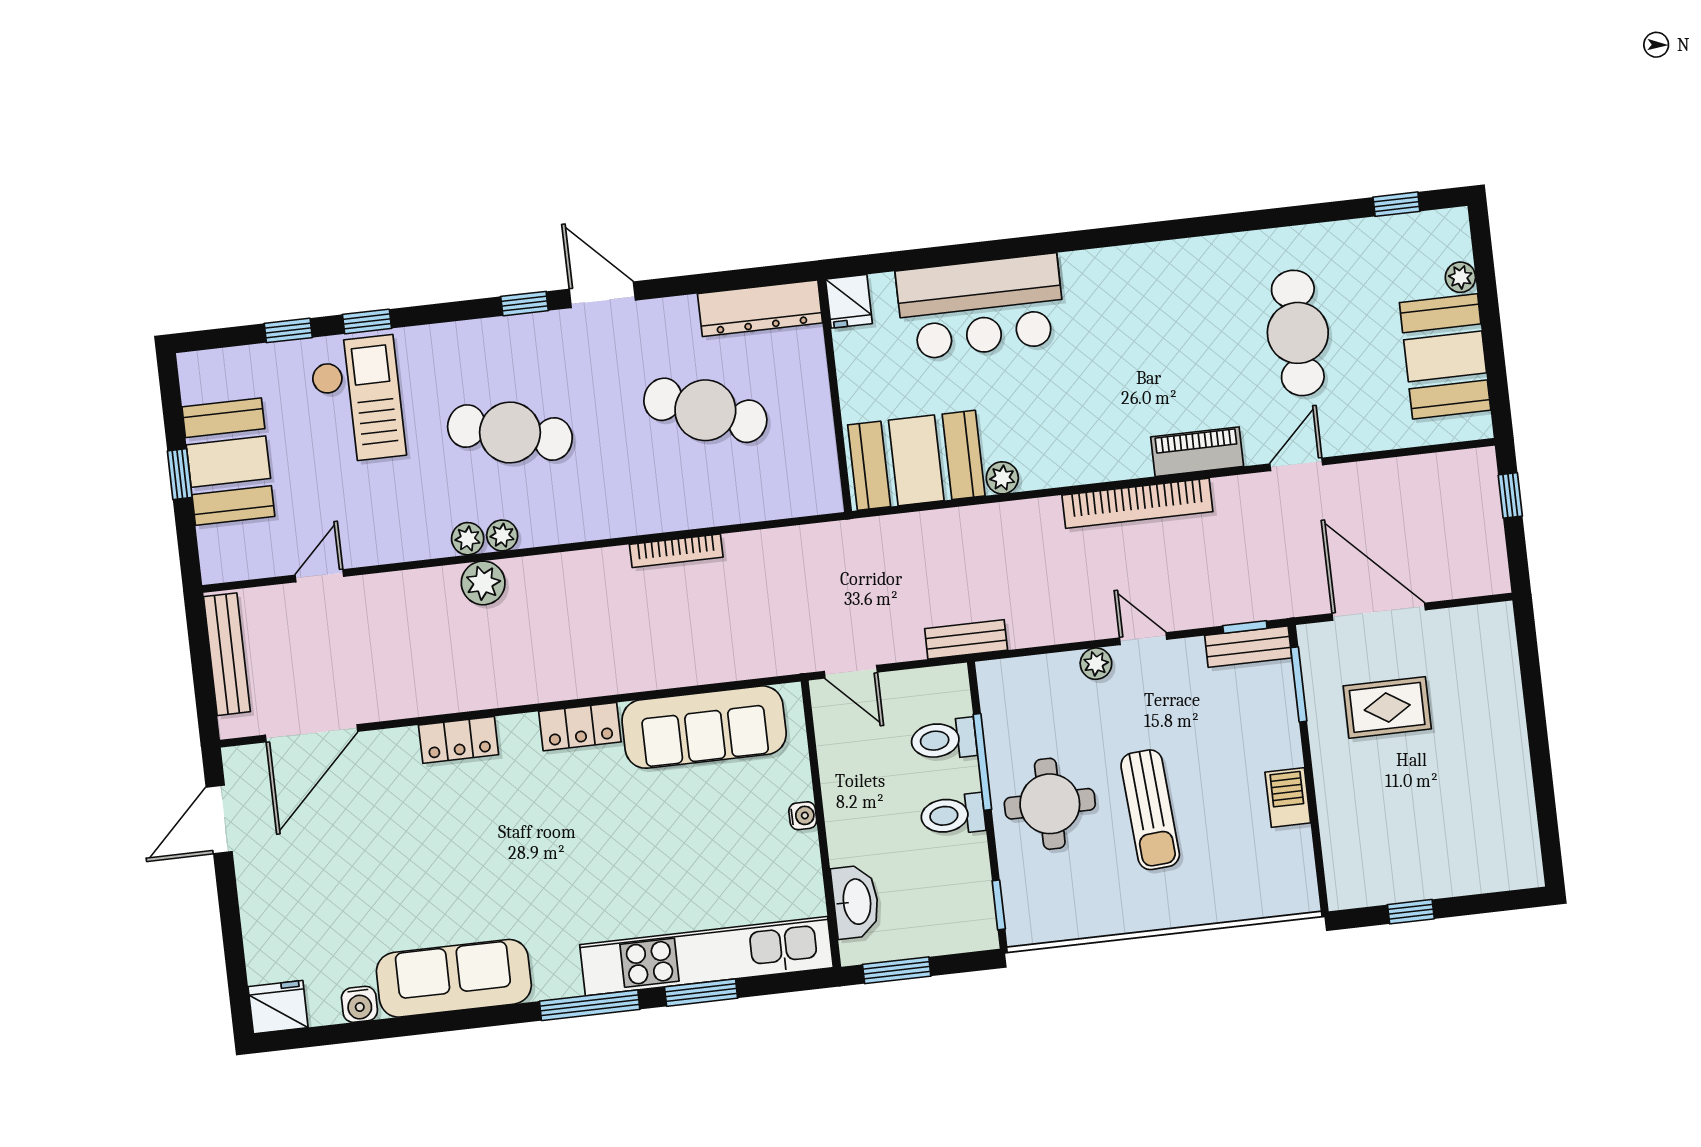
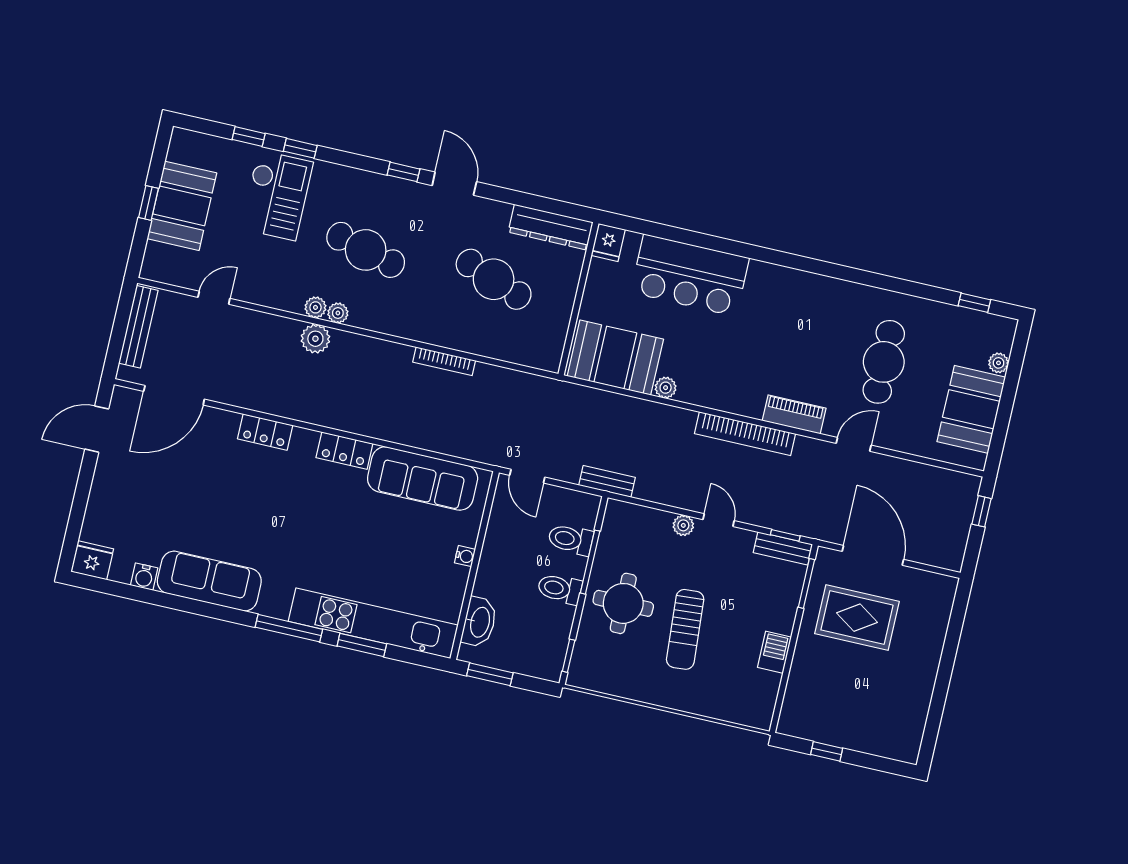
rug: (1387, 707) -> (857, 618), width x1.36, depth x1.43

